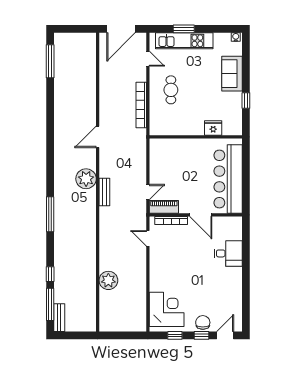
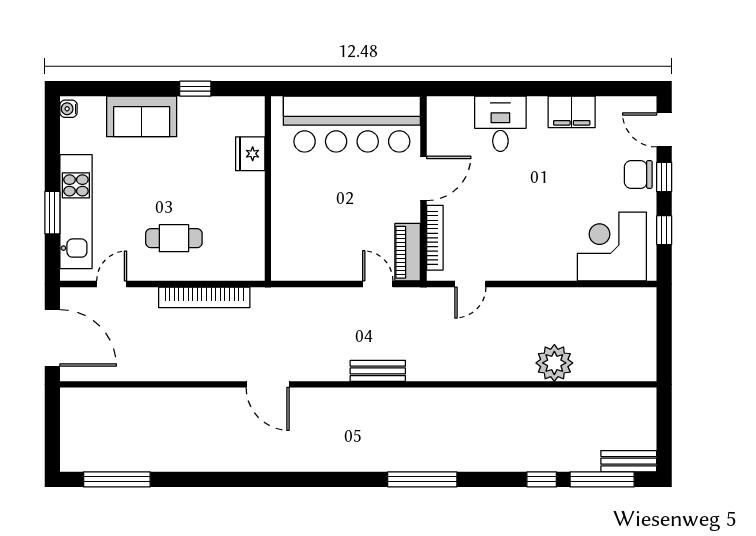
plant: (86, 179) -> (351, 408), removed
filing cabinet: (234, 289) -> (572, 112), added

